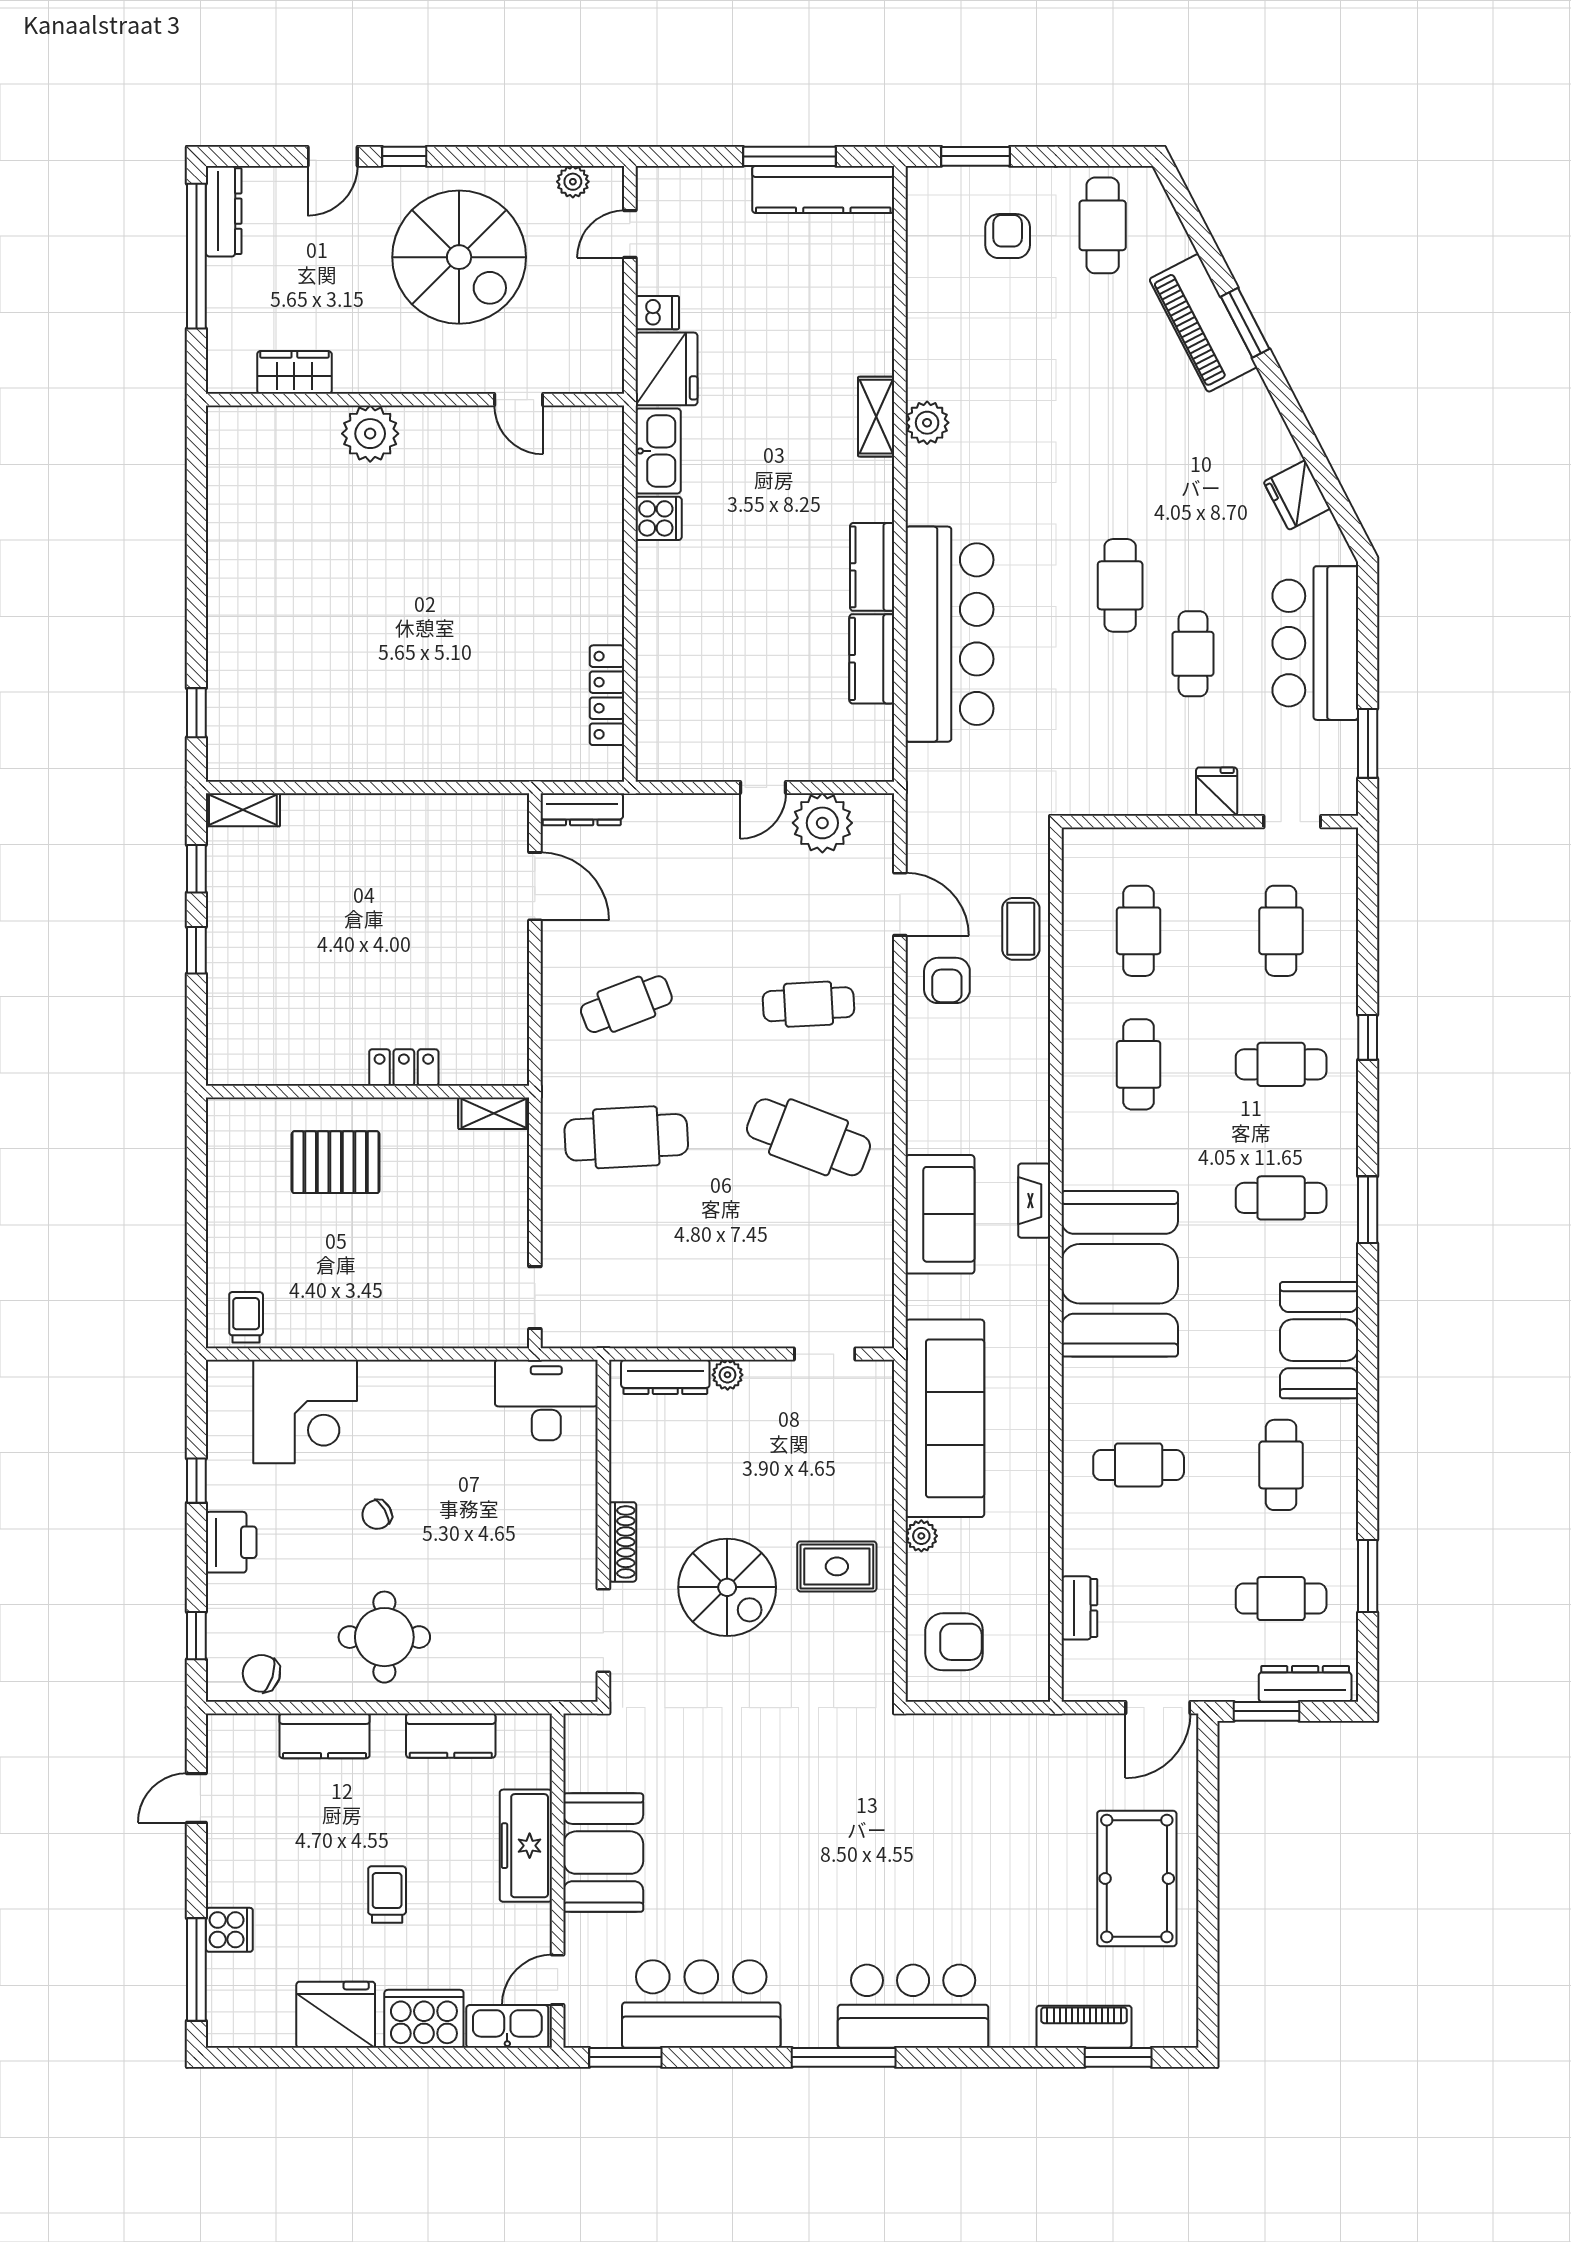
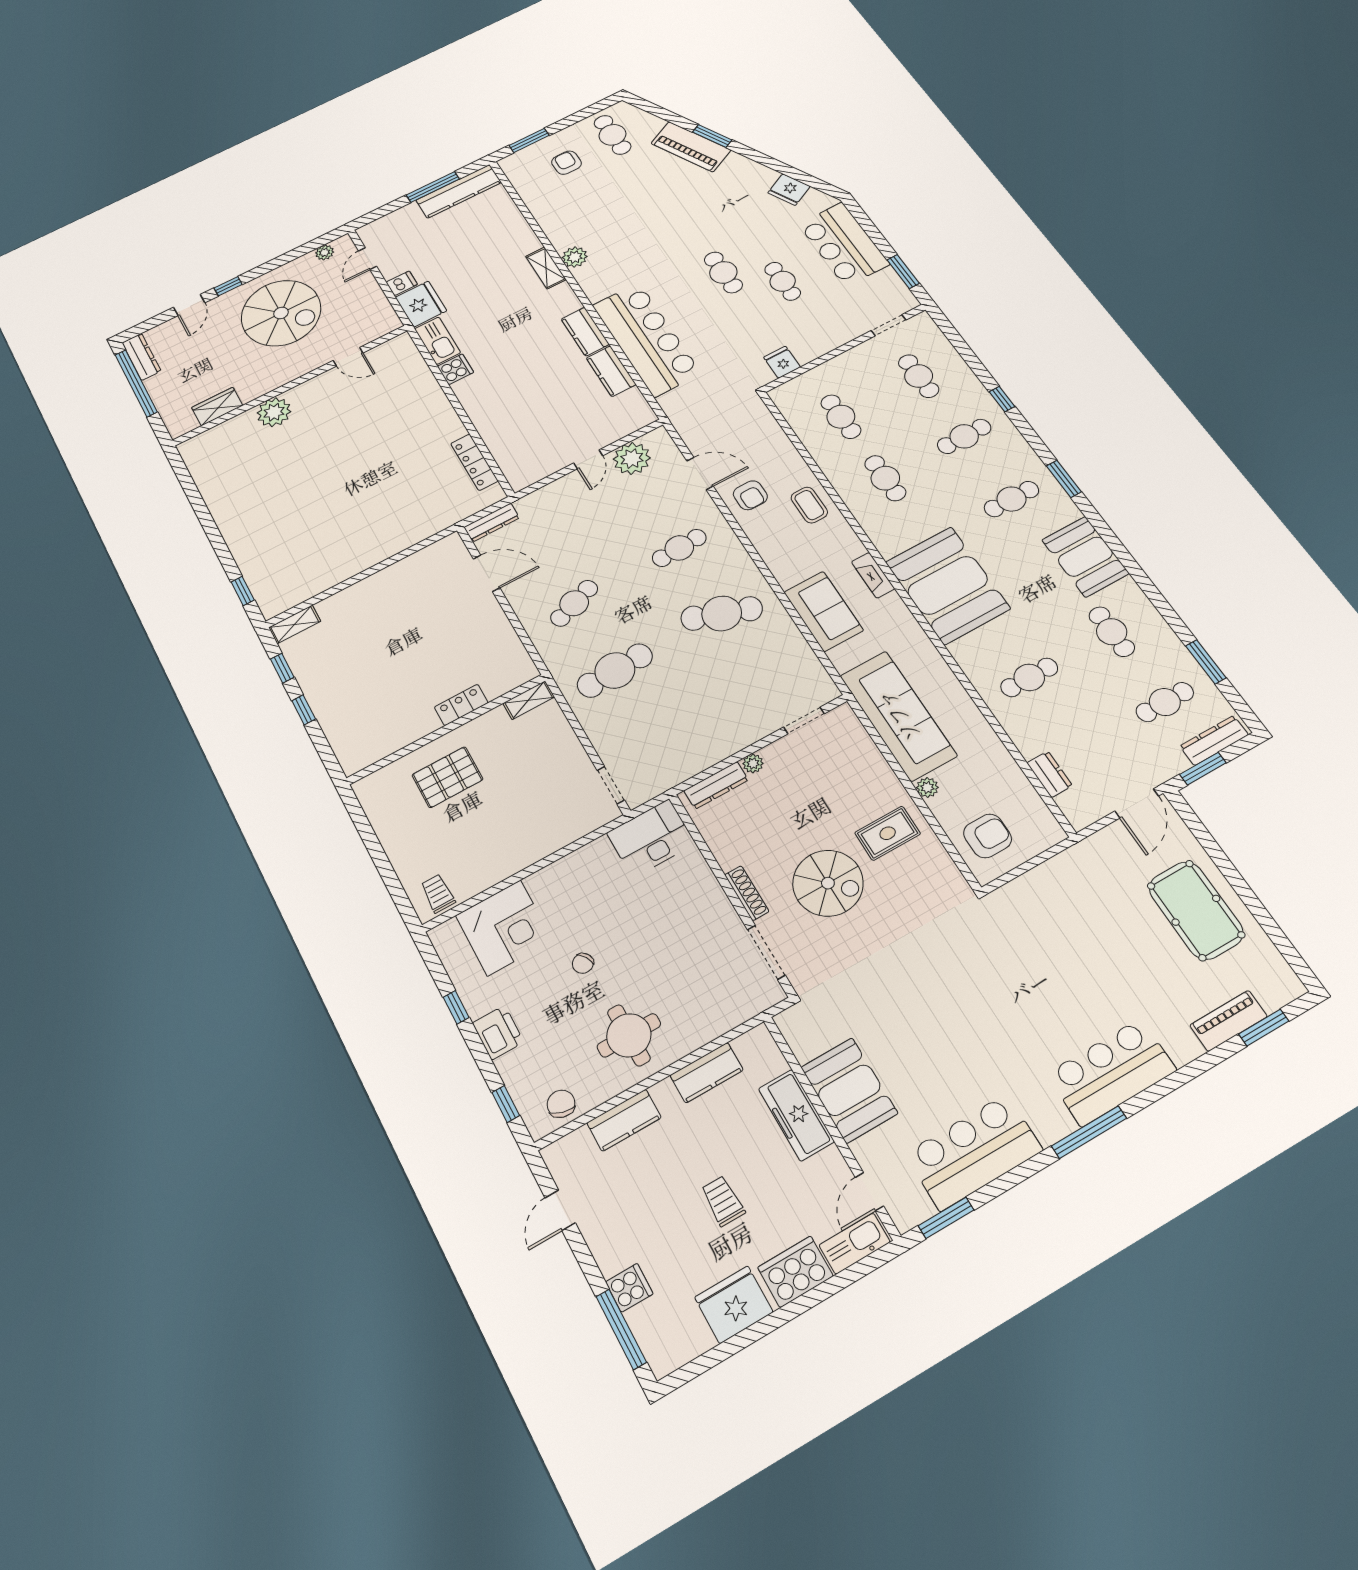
fridge: (1217, 792) -> (782, 362), moved
coffee table: (1021, 929) -> (809, 505), moved
chair: (261, 1673) -> (561, 1104), turned 88

